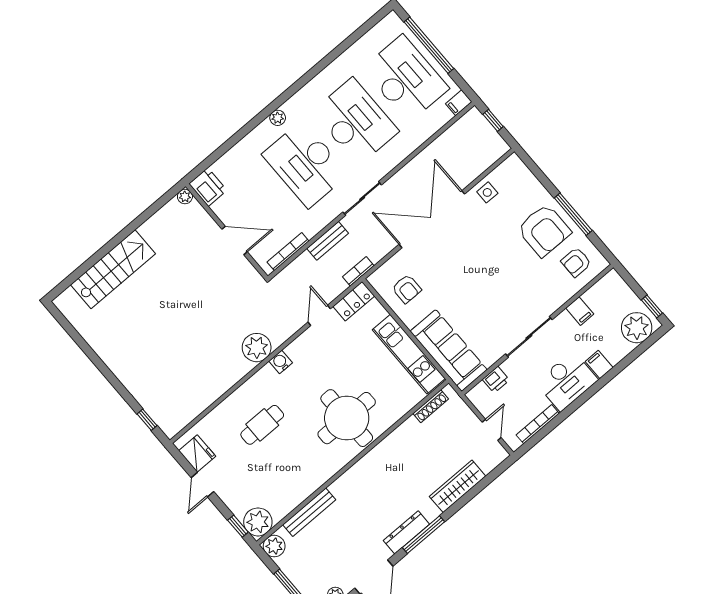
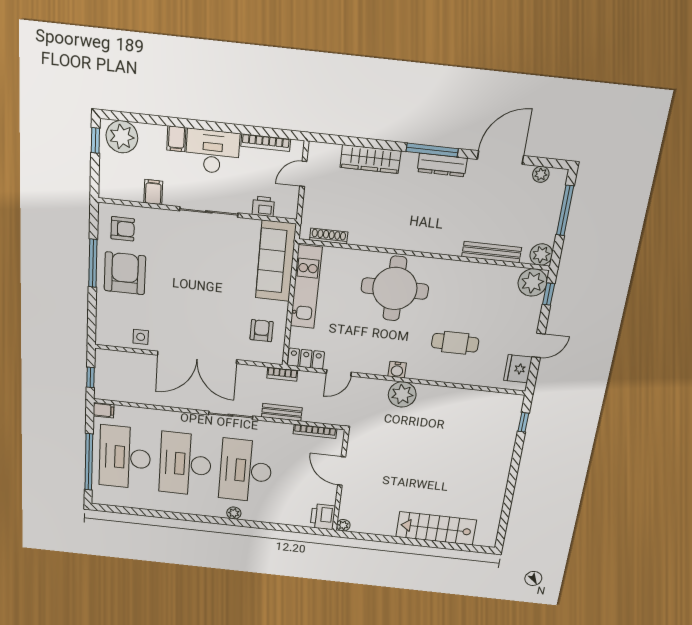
desk: (305, 164) -> (246, 471), turned 180

